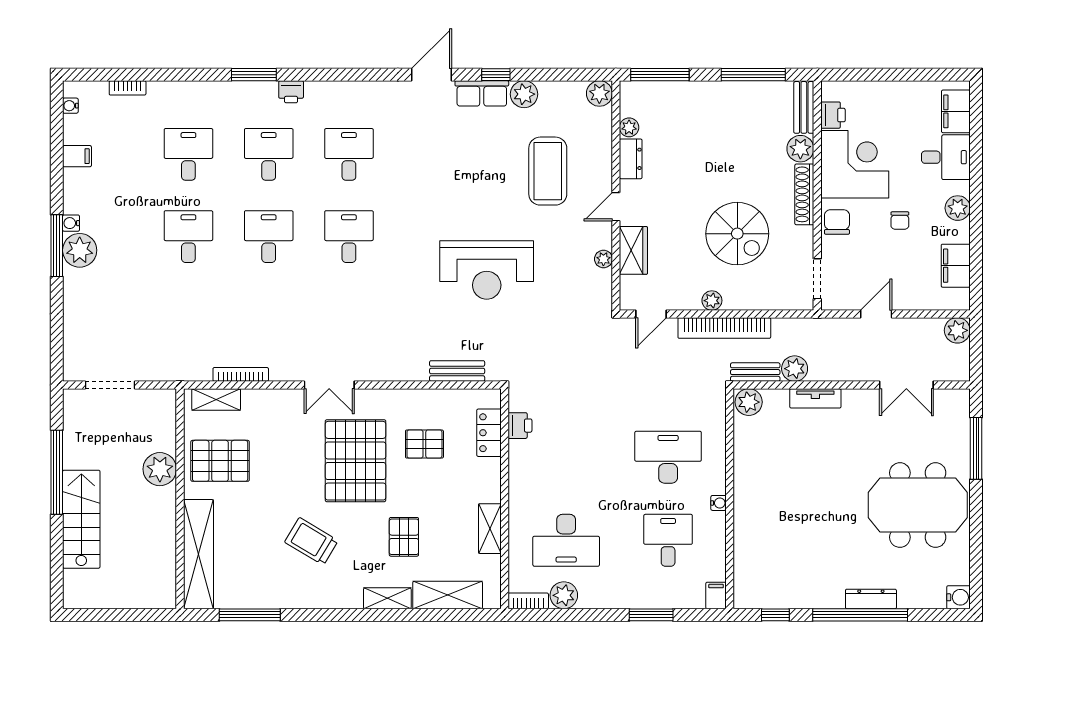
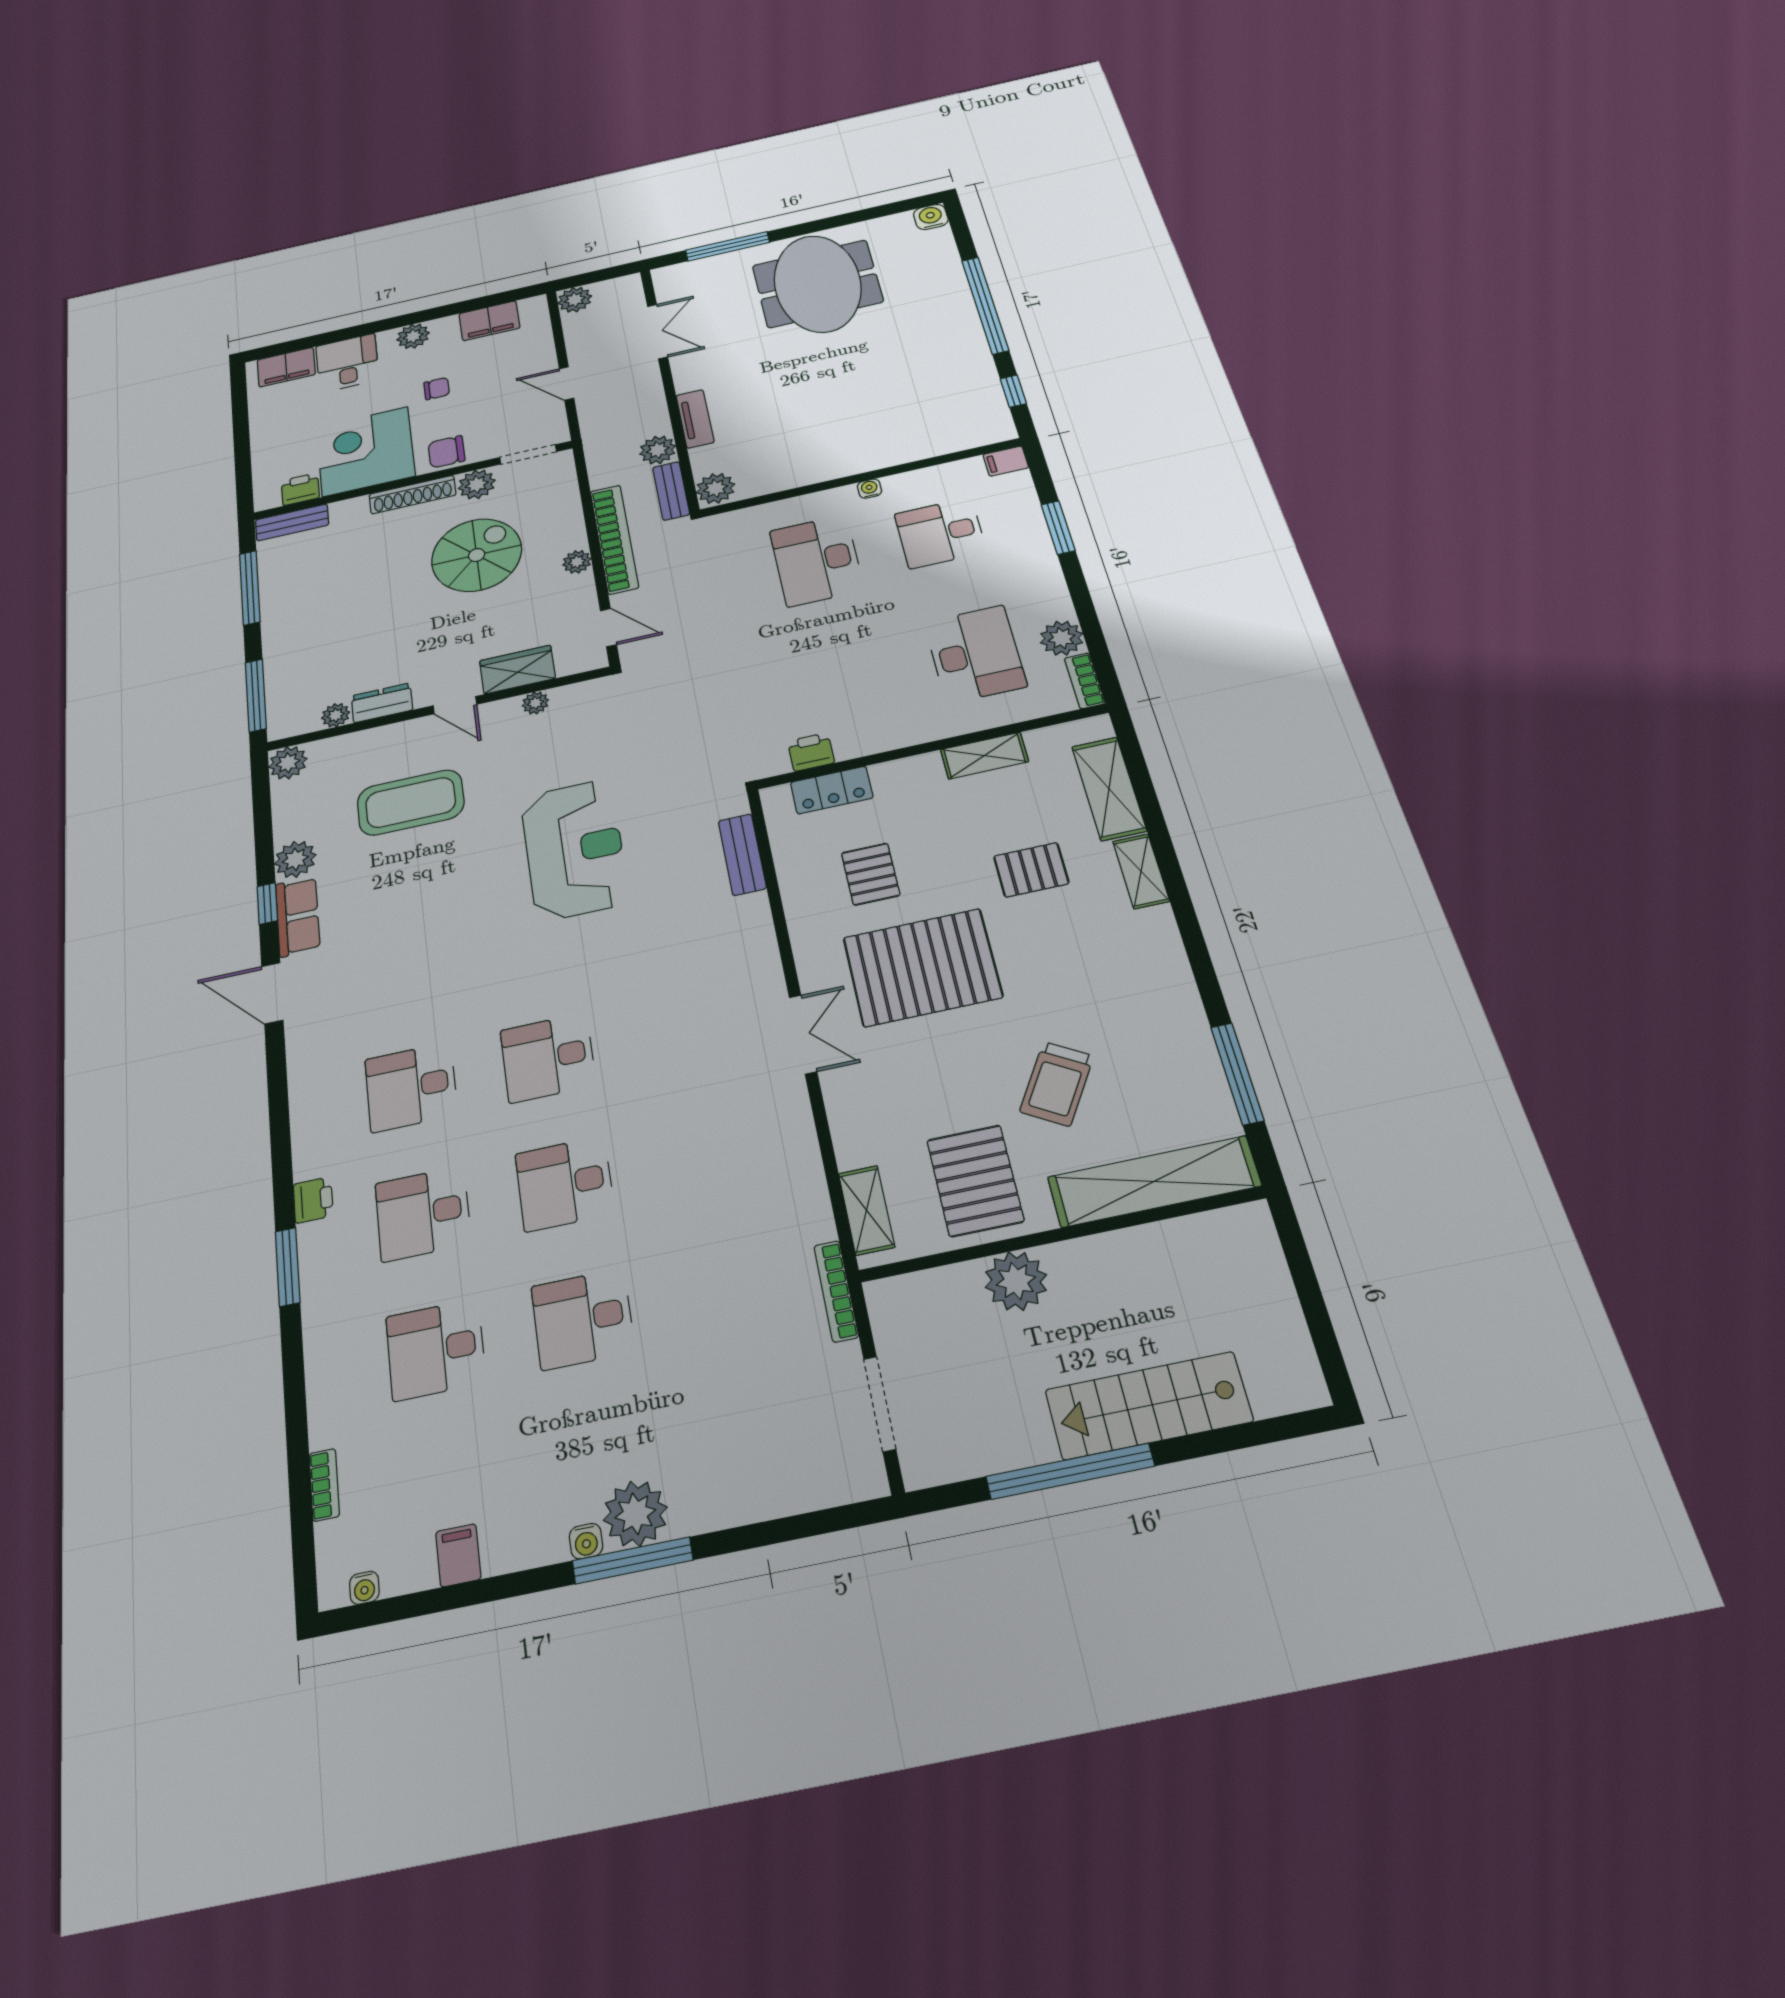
plant: (800, 149) -> (477, 484), moved
bookcase: (241, 374) -> (836, 1291), moved
trolley: (311, 541) -> (1057, 1084), moved
dresser: (871, 599) -> (960, 300), removed

